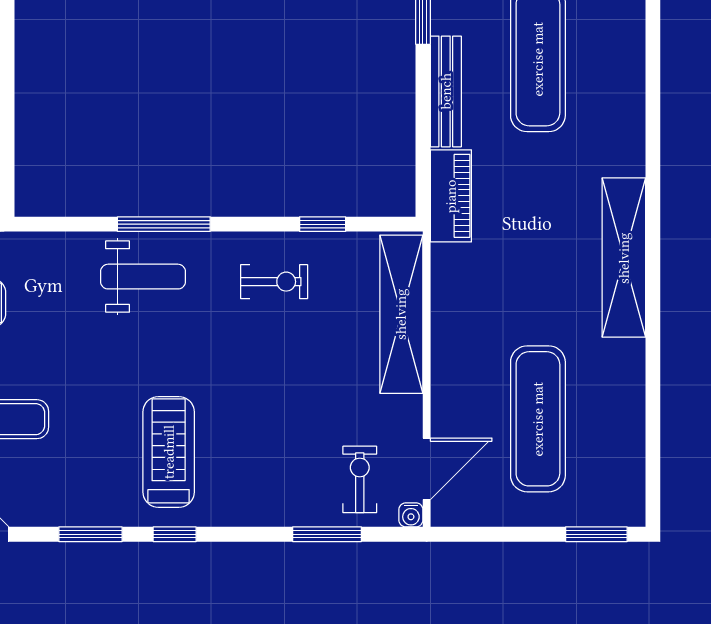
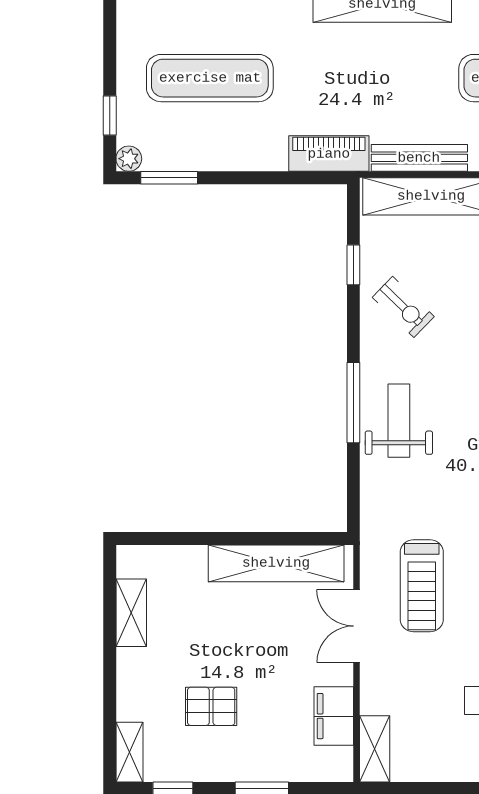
bench: (446, 91) -> (419, 158), moved
exercise bike: (274, 282) -> (403, 307), turned 134

